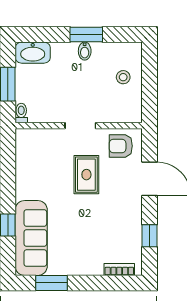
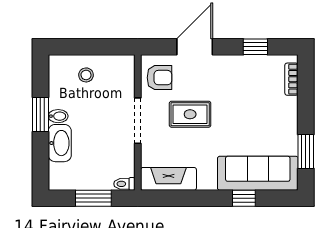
washbasin: (33, 53) -> (60, 143), moved
doorway: (80, 126) -> (138, 121), width x1.38
armchair: (121, 146) -> (159, 78), turned -90
fireplace: (26, 154) -> (168, 179), added

